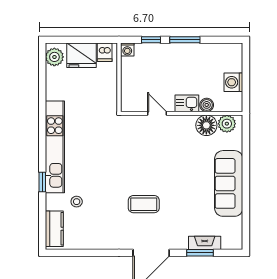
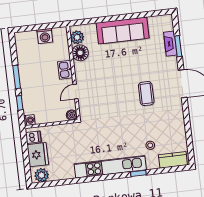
boiler: (207, 105) -> (72, 115), moved

